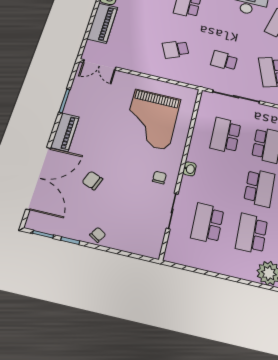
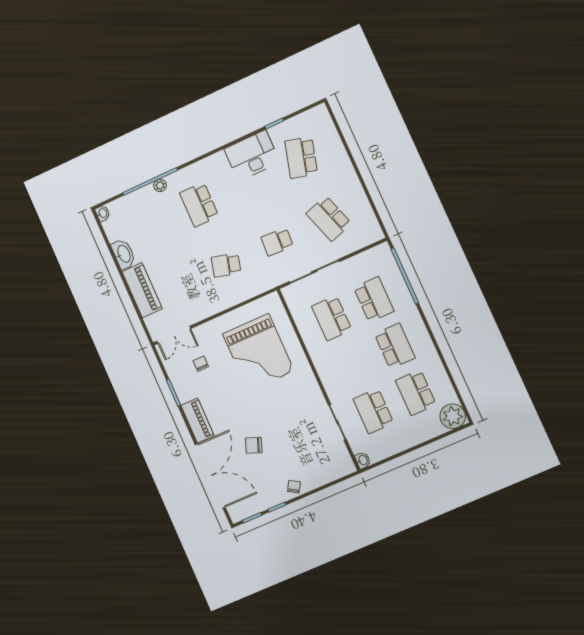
school desk: (176, 49) -> (226, 265), turned 39
washbasin: (190, 169) -> (363, 460), moved
chair: (159, 178) -> (201, 364), moved

